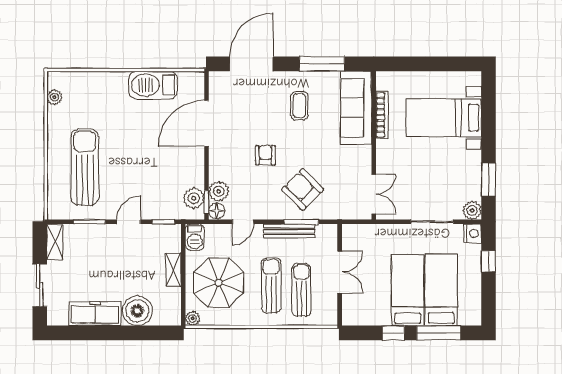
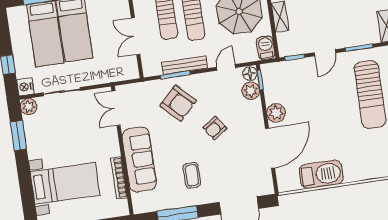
sofa: (356, 108) -> (139, 159), moved
armchair: (265, 155) -> (215, 128), turned 56
plant: (194, 198) -> (276, 113), moved

